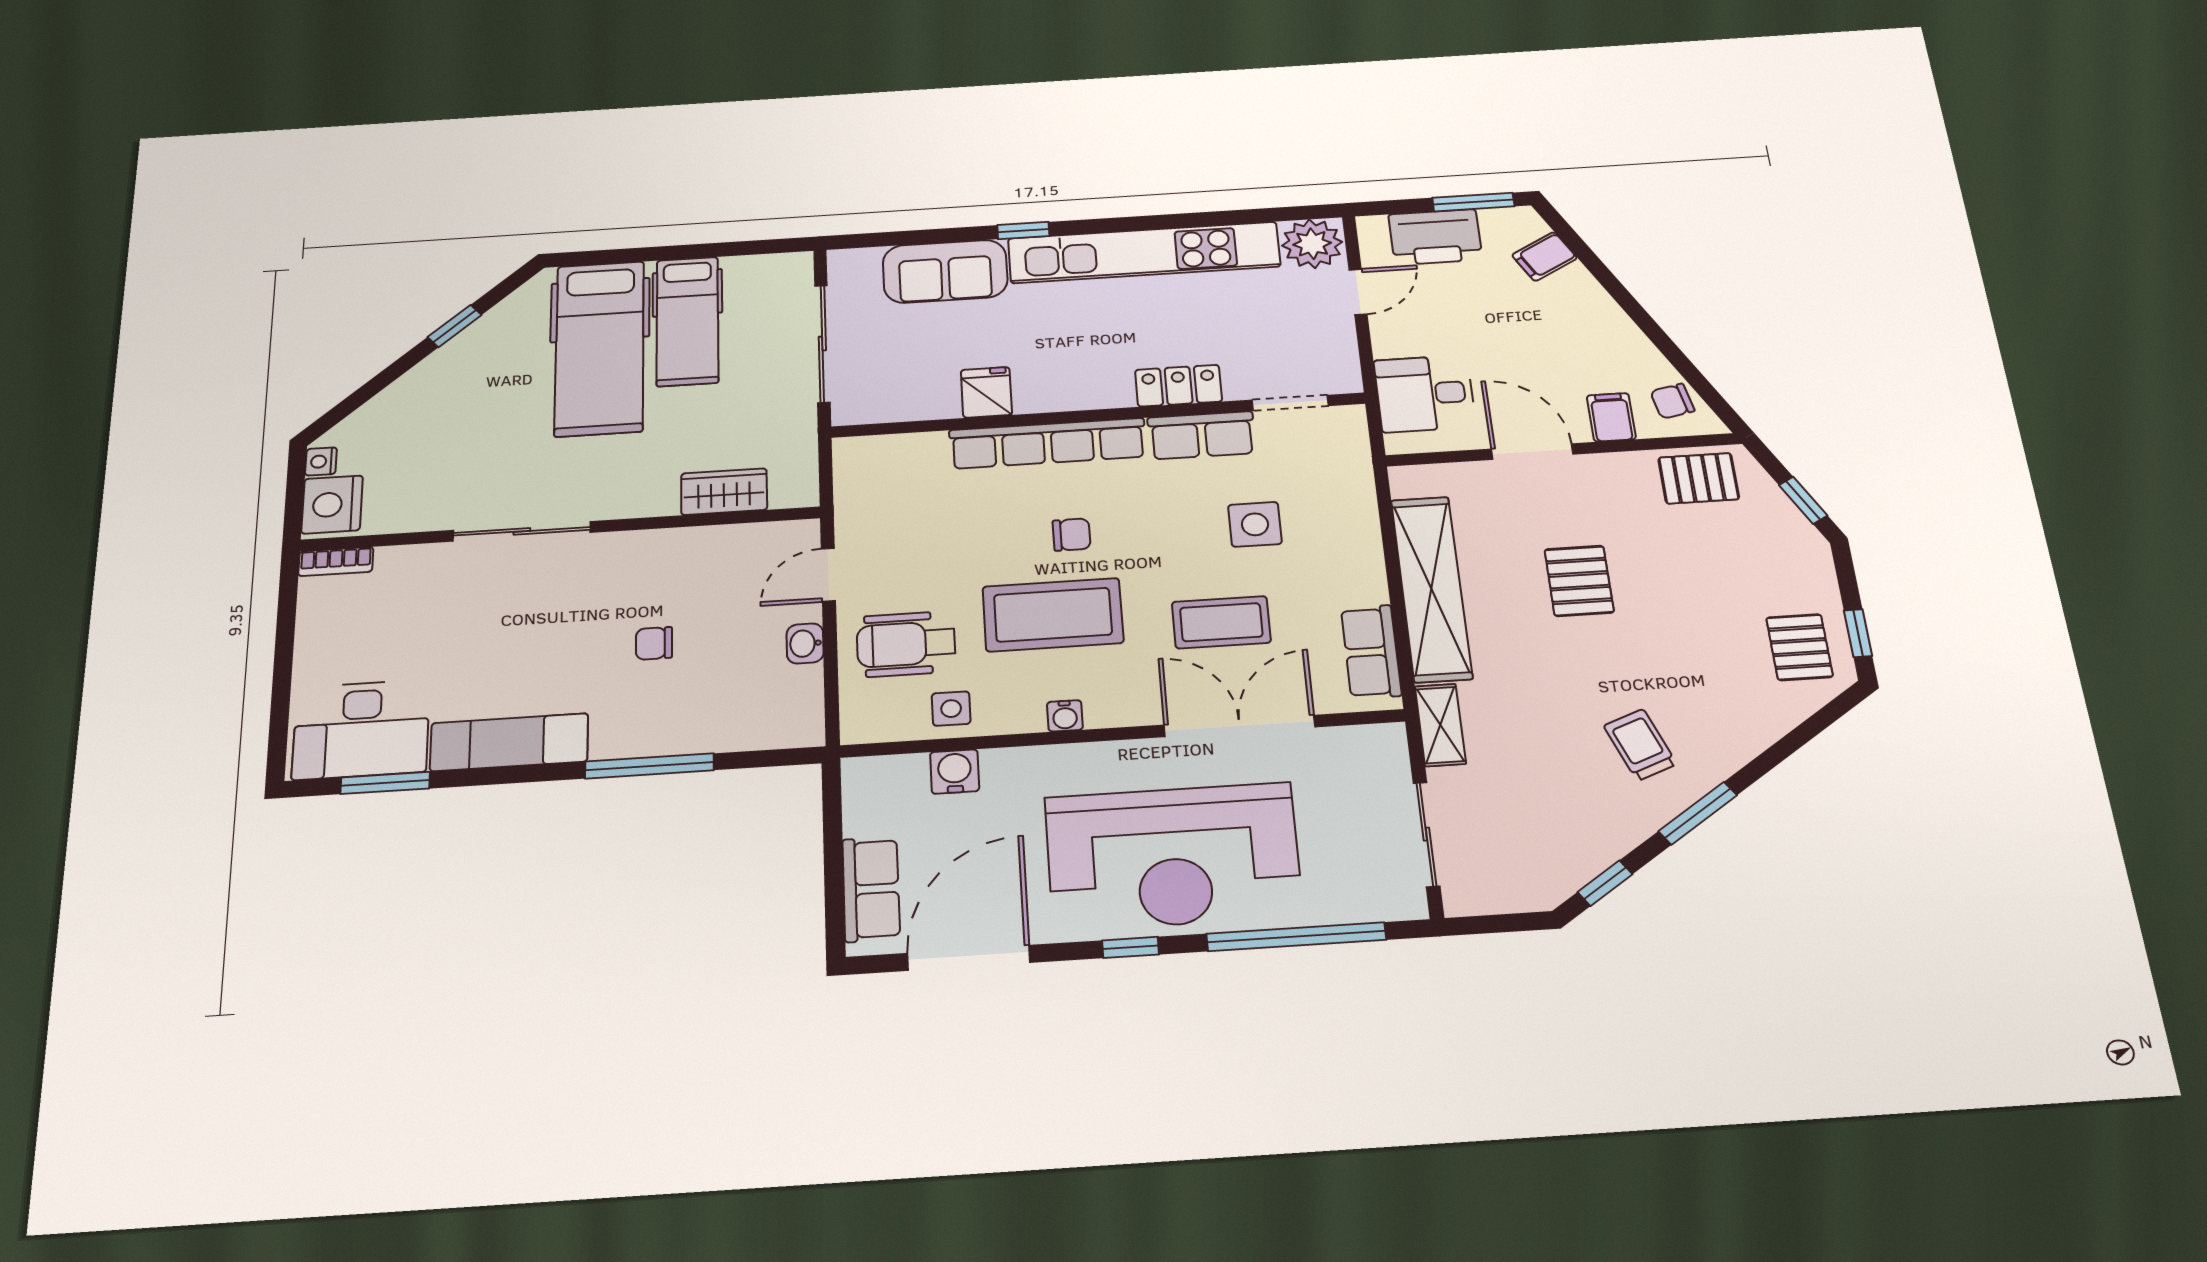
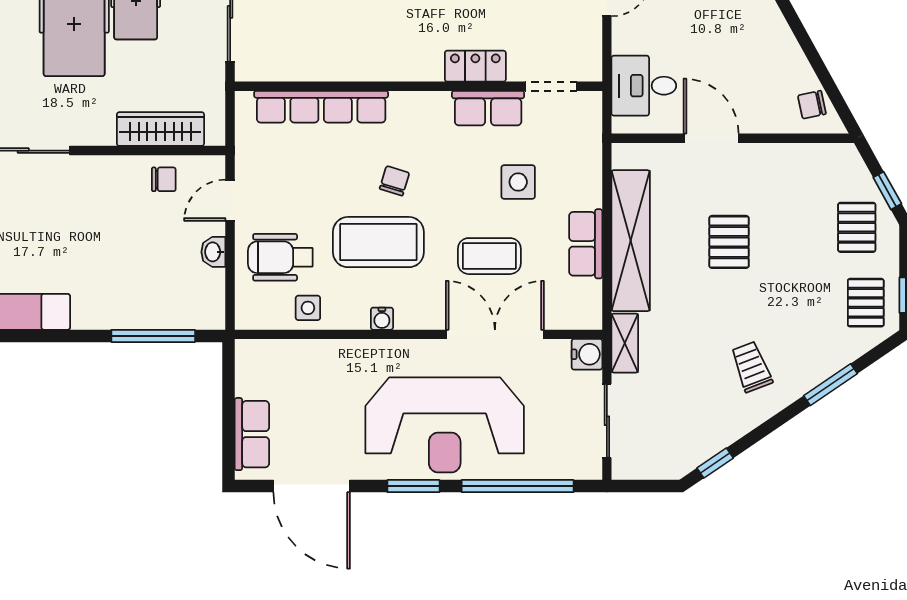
fridge: (986, 392) -> (343, 62), removed
filing cabinet: (1611, 417) -> (769, 115), removed
row of seats: (1048, 443) -> (321, 107), moved
pallet: (1699, 478) -> (857, 227), moved, turned 90
wardrobe: (724, 492) -> (160, 129), width x1.50
chair: (1072, 535) -> (394, 181), turned -73
chair: (654, 643) -> (164, 179), moved, turned 180
row of seats: (1371, 652) -> (586, 244), moved
window: (649, 766) -> (153, 336), moved
water cooler: (955, 772) -> (587, 354), moved, turned 90
window: (1698, 813) -> (830, 385), moved
window: (1131, 947) -> (413, 486), width x1.50
door: (969, 958) -> (312, 486), swing flipped

